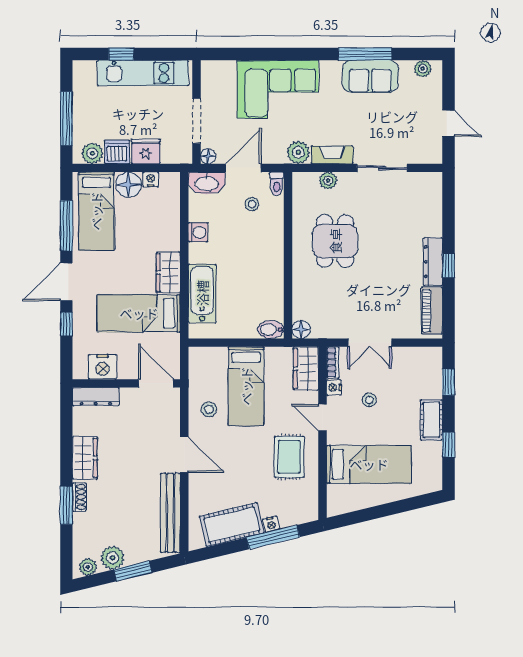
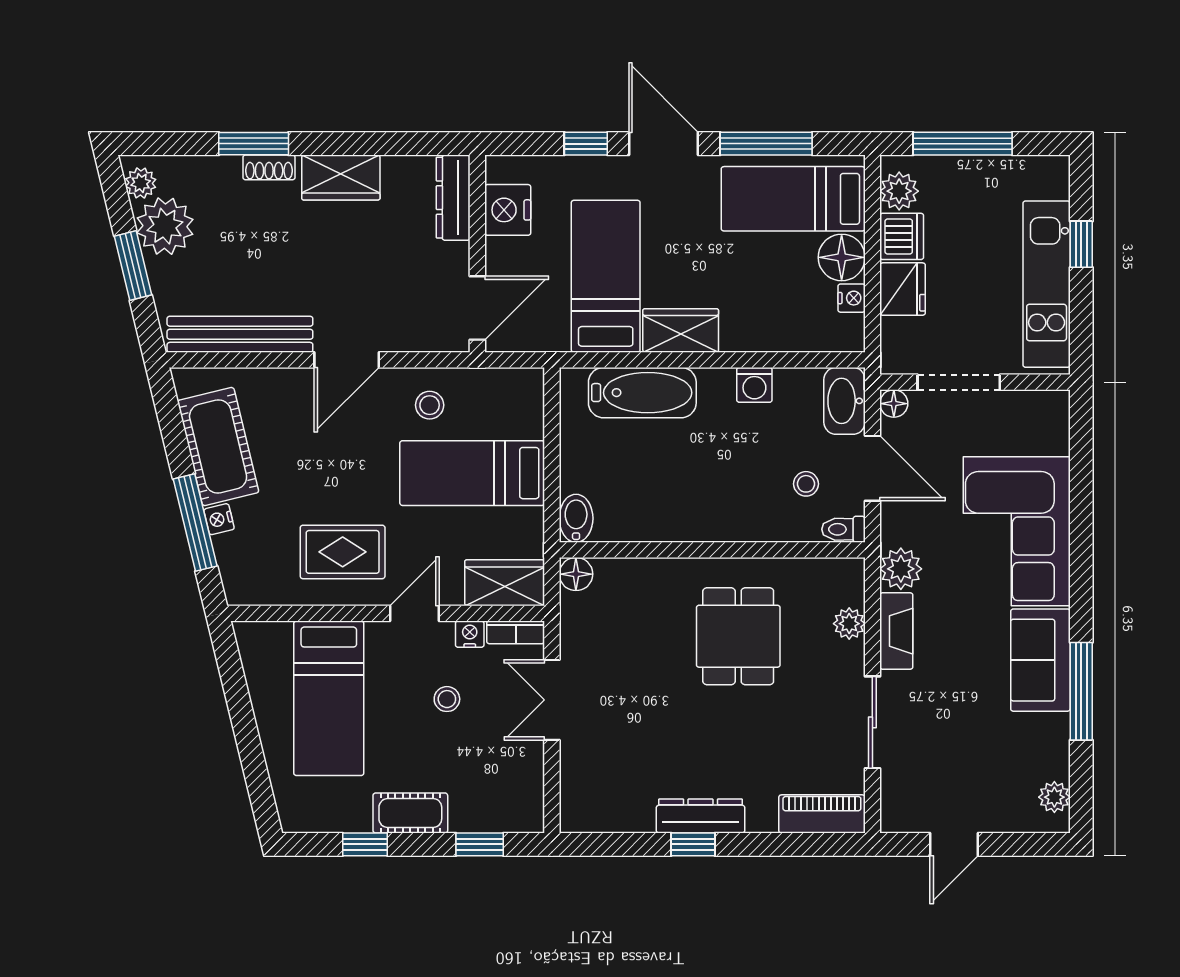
sofa: (370, 76) -> (1040, 660), moved
dining table: (335, 241) -> (738, 636), turned 90
piano: (432, 311) -> (822, 814), moved
plant: (112, 558) -> (165, 226), width x1.36, depth x1.36

